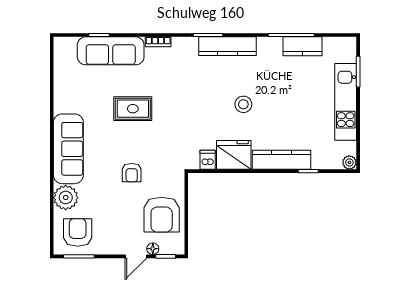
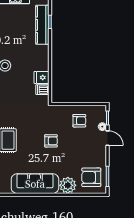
fridge: (234, 155) -> (42, 78), width x0.53, depth x0.75
kitchen counter: (281, 160) -> (42, 25), moved
armchair: (162, 215) -> (79, 121), width x0.53, depth x0.53

